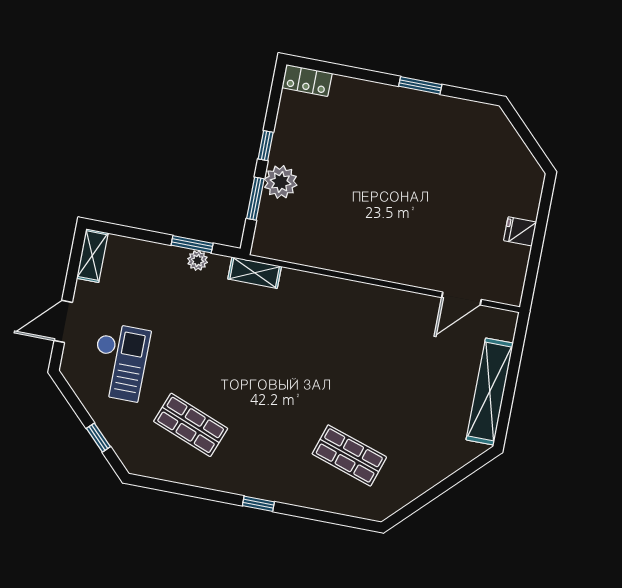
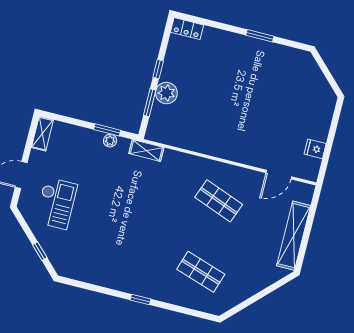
fridge: (520, 231) -> (315, 149), moved
shop shelf: (191, 425) -> (219, 201), moved

